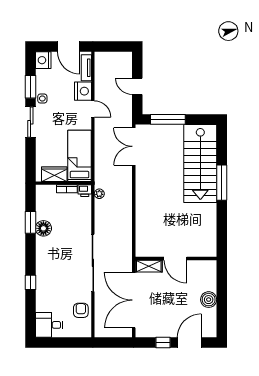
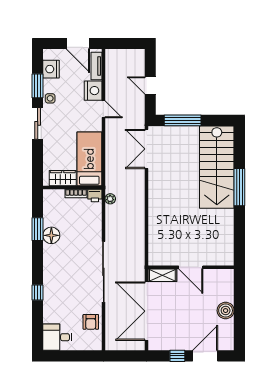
nightstand: (43, 60) -> (51, 69), moved
armchair: (81, 310) -> (91, 322), turned 180

